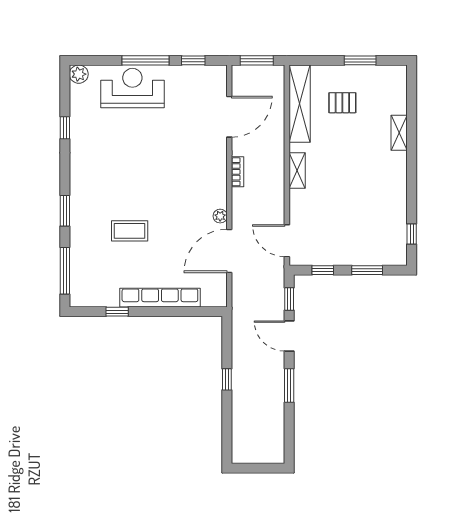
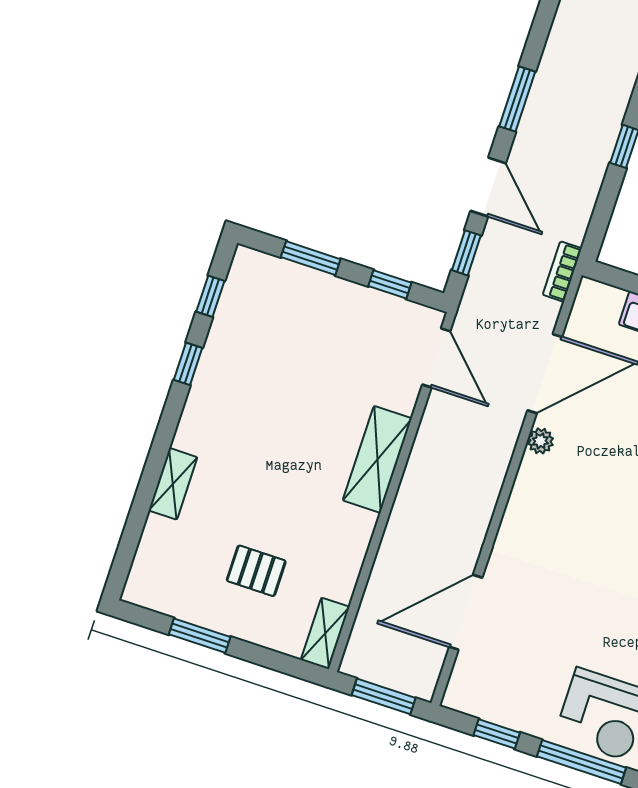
shelving: (300, 104) -> (325, 633), width x0.45, depth x0.75
shelving: (297, 170) -> (377, 459), width x1.50, depth x1.33
bookcase: (237, 172) -> (562, 272), moved
window: (412, 196) -> (188, 364), added

